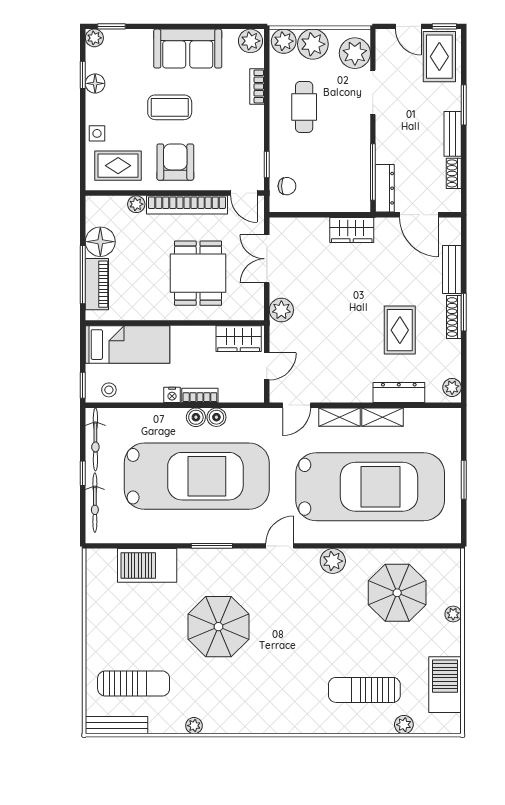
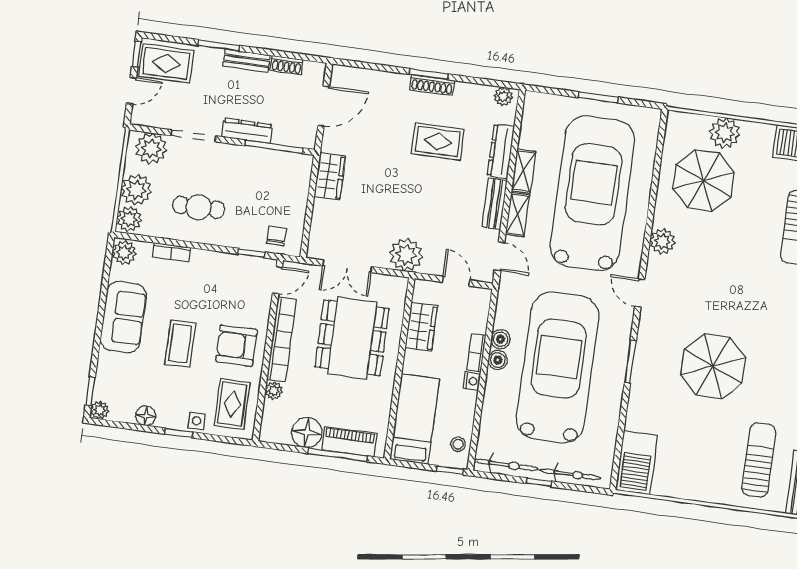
window: (83, 75) -> (179, 433), moved
dresser: (385, 188) -> (247, 131), moved
bench: (452, 270) -> (495, 204), moved, turned 90
dining table: (198, 273) -> (352, 338), width x1.38
plant: (281, 310) -> (406, 255), width x1.36, depth x1.36
wardrobe: (239, 339) -> (421, 327), moved
barbecue: (147, 565) -> (637, 463), moved
plant: (453, 614) -> (725, 133), width x1.87, depth x1.87

